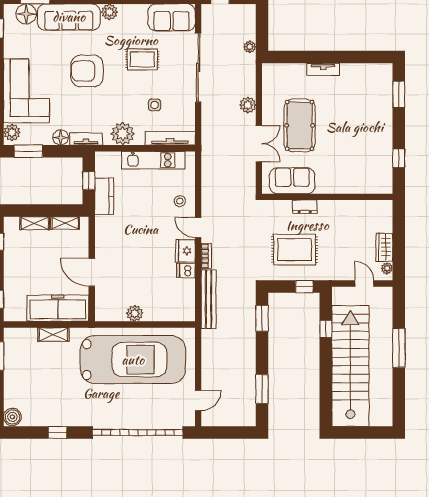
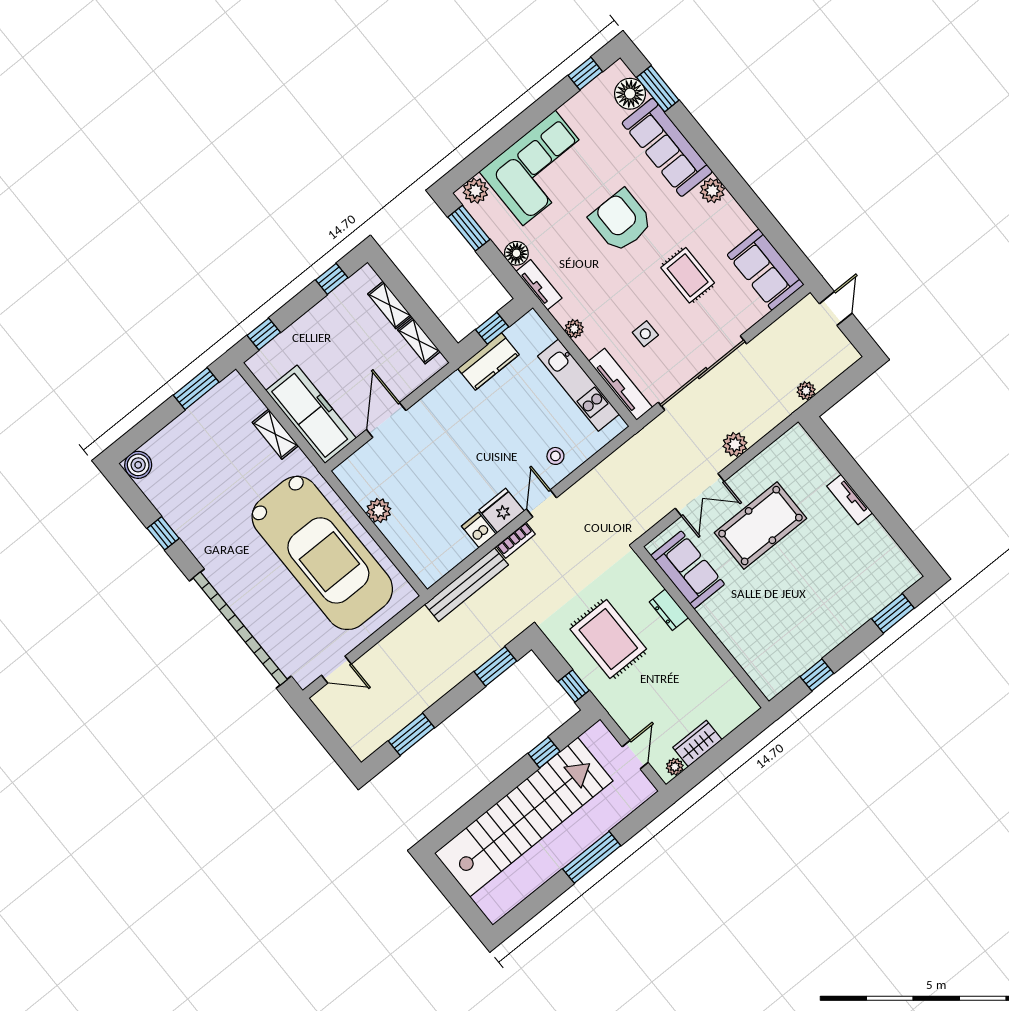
sliding door: (198, 68) -> (702, 373), moved
plant: (123, 134) -> (574, 329), width x0.53, depth x0.53

